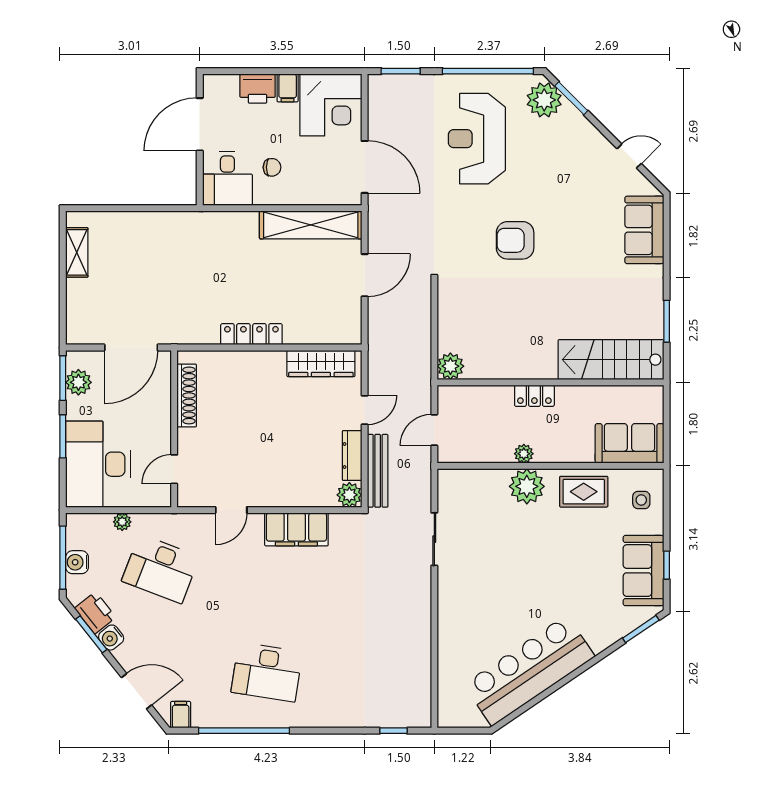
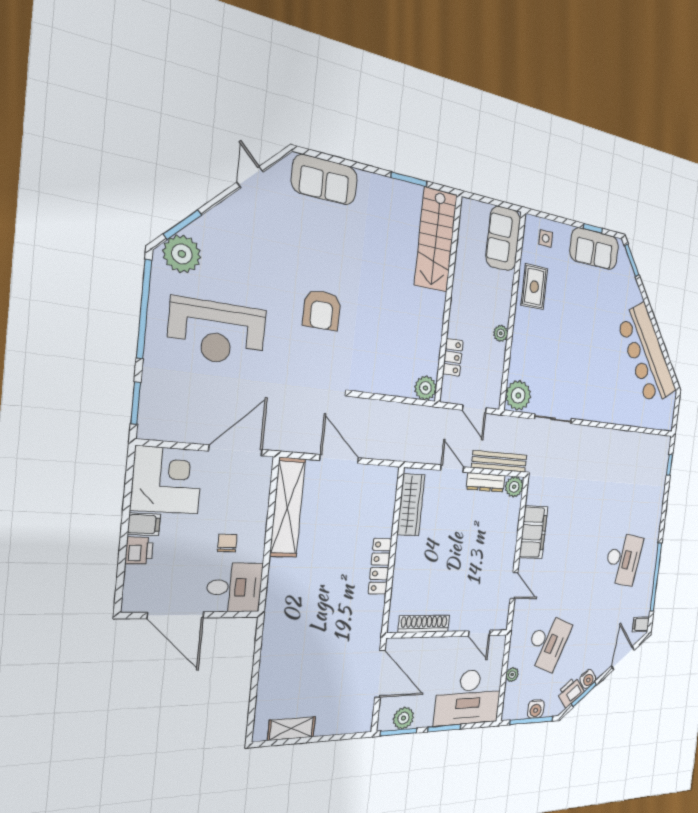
printer: (258, 89) -> (139, 551), width x0.73, depth x0.81
locker: (534, 396) -> (453, 357), moved
plant: (527, 486) -> (518, 395), moved

